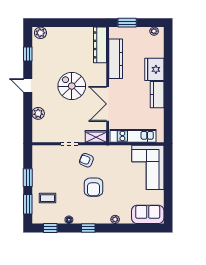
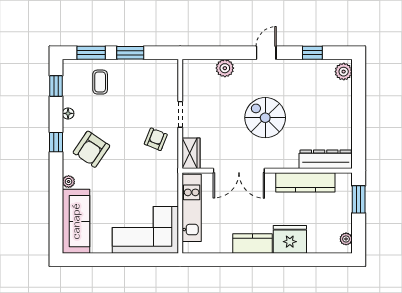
spiral stairs: (72, 86) -> (265, 118), turned -90
double door: (108, 104) -> (239, 171), swing flipped
armchair: (93, 187) -> (91, 149), moved, turned -56
sofa: (148, 214) -> (76, 221), width x1.36

